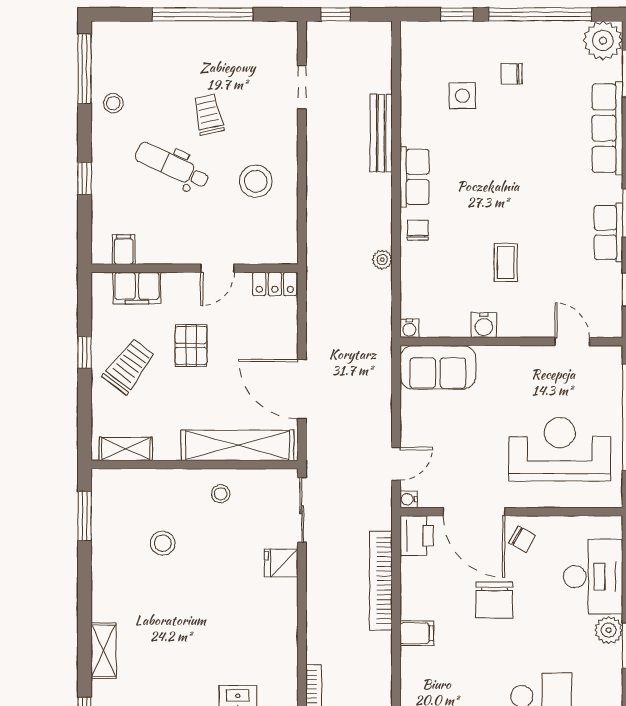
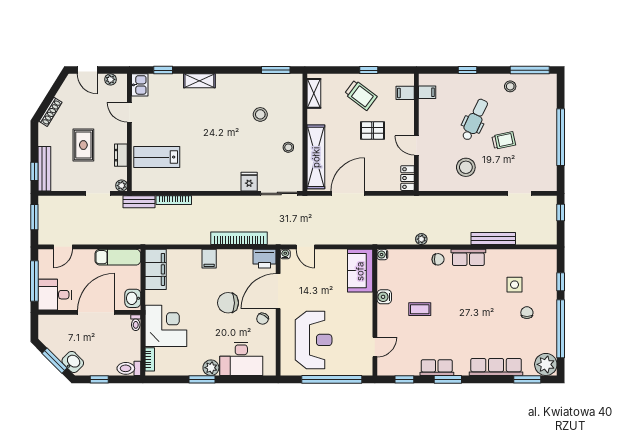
filing cabinet: (137, 288) -> (405, 93), width x0.50

